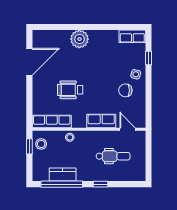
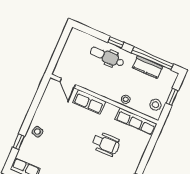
chair: (125, 90) -> (54, 121), removed
window: (29, 146) -> (172, 97), moved
dental chair: (113, 156) -> (107, 57), moved

